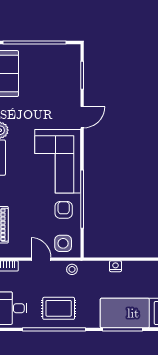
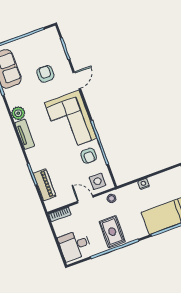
armchair: (48, 96) -> (45, 74), added
armchair: (64, 210) -> (89, 156), turned 180
rug: (59, 308) -> (112, 232), turned 90

